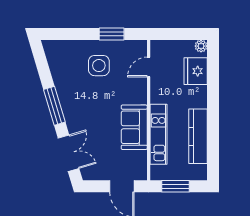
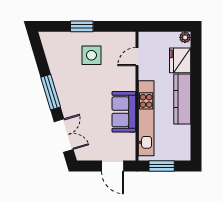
window: (112, 34) -> (82, 26), moved
kitchen unit: (159, 134) -> (146, 118), width x1.36
kitchen counter: (198, 136) -> (182, 99), moved

